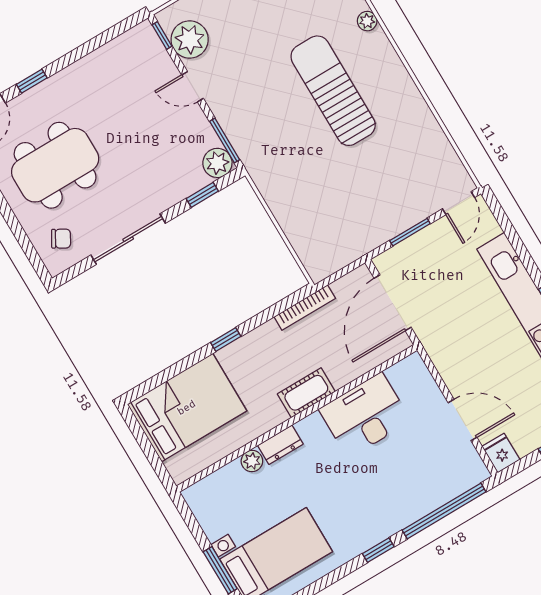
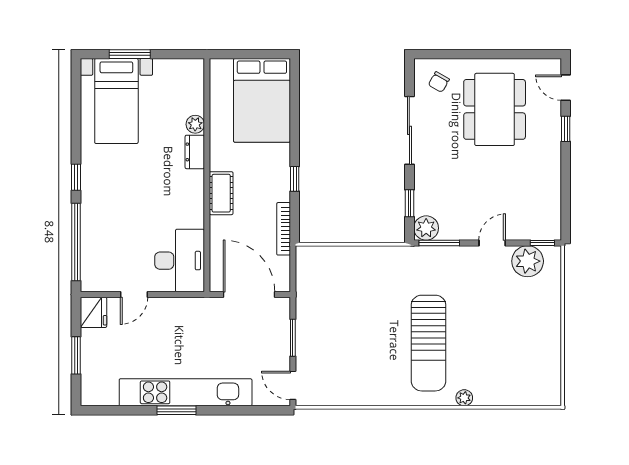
sun lounger: (333, 91) -> (428, 343), turned 90
window: (226, 339) -> (295, 179), moved
desk: (365, 415) -> (180, 261), moved
door: (462, 420) -> (134, 295), width x0.73
fridge: (501, 453) -> (93, 312), width x1.38

